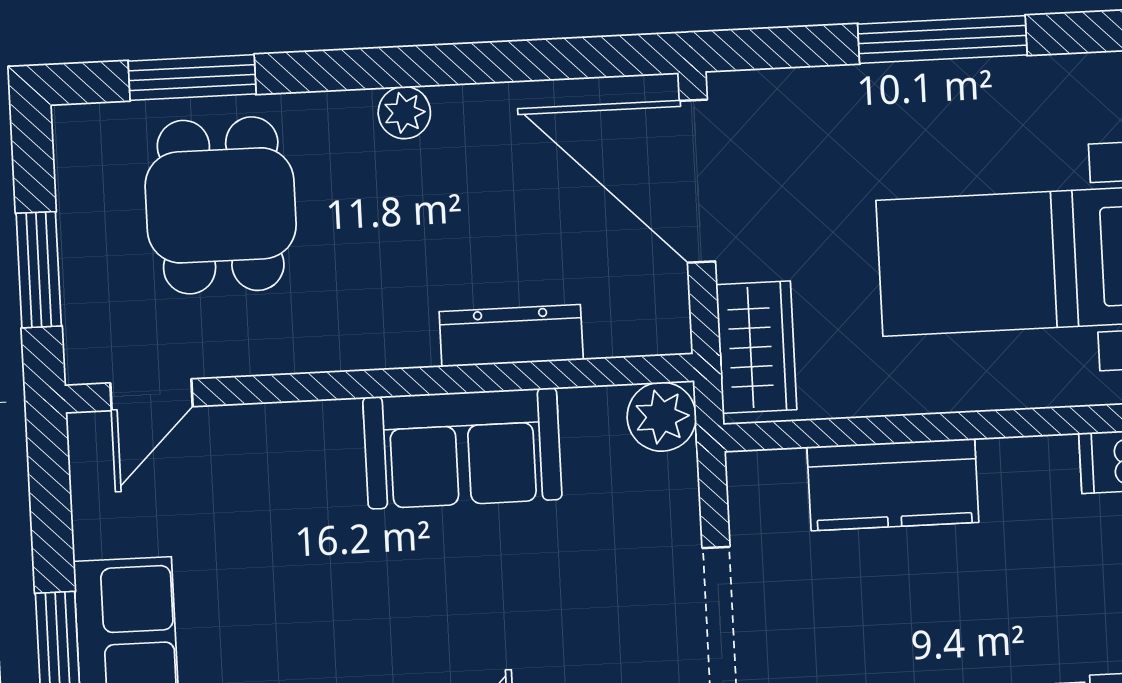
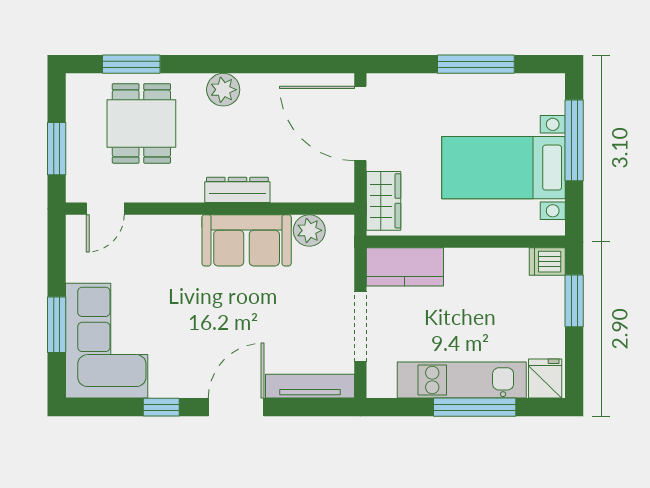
plant: (404, 113) -> (223, 90), width x1.38, depth x1.38
dresser: (511, 336) -> (237, 190), moved
plant: (662, 417) -> (309, 230), moved
kitchen counter: (893, 485) -> (405, 267), moved

